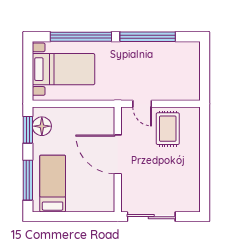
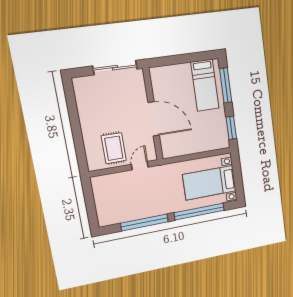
door: (142, 104) -> (140, 166), hinge flipped
floor lamp: (42, 126) -> (220, 133), removed

